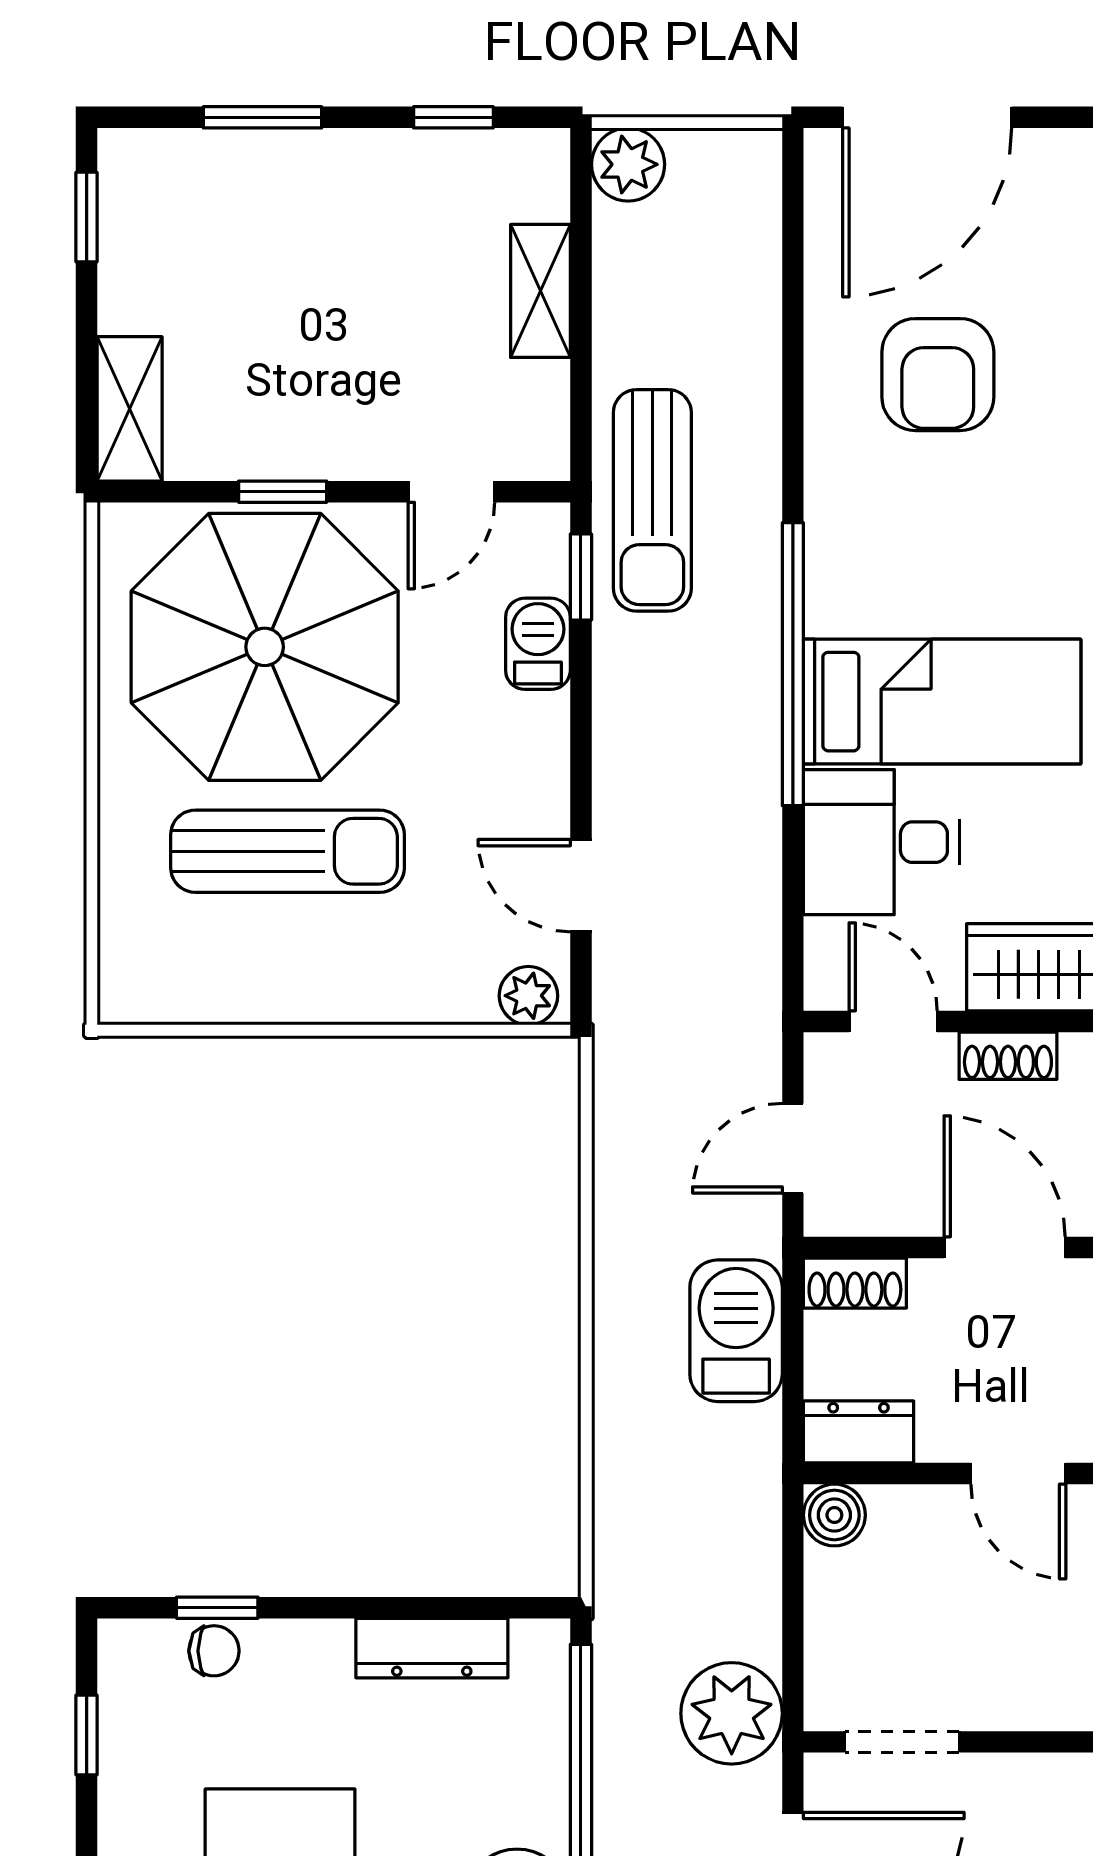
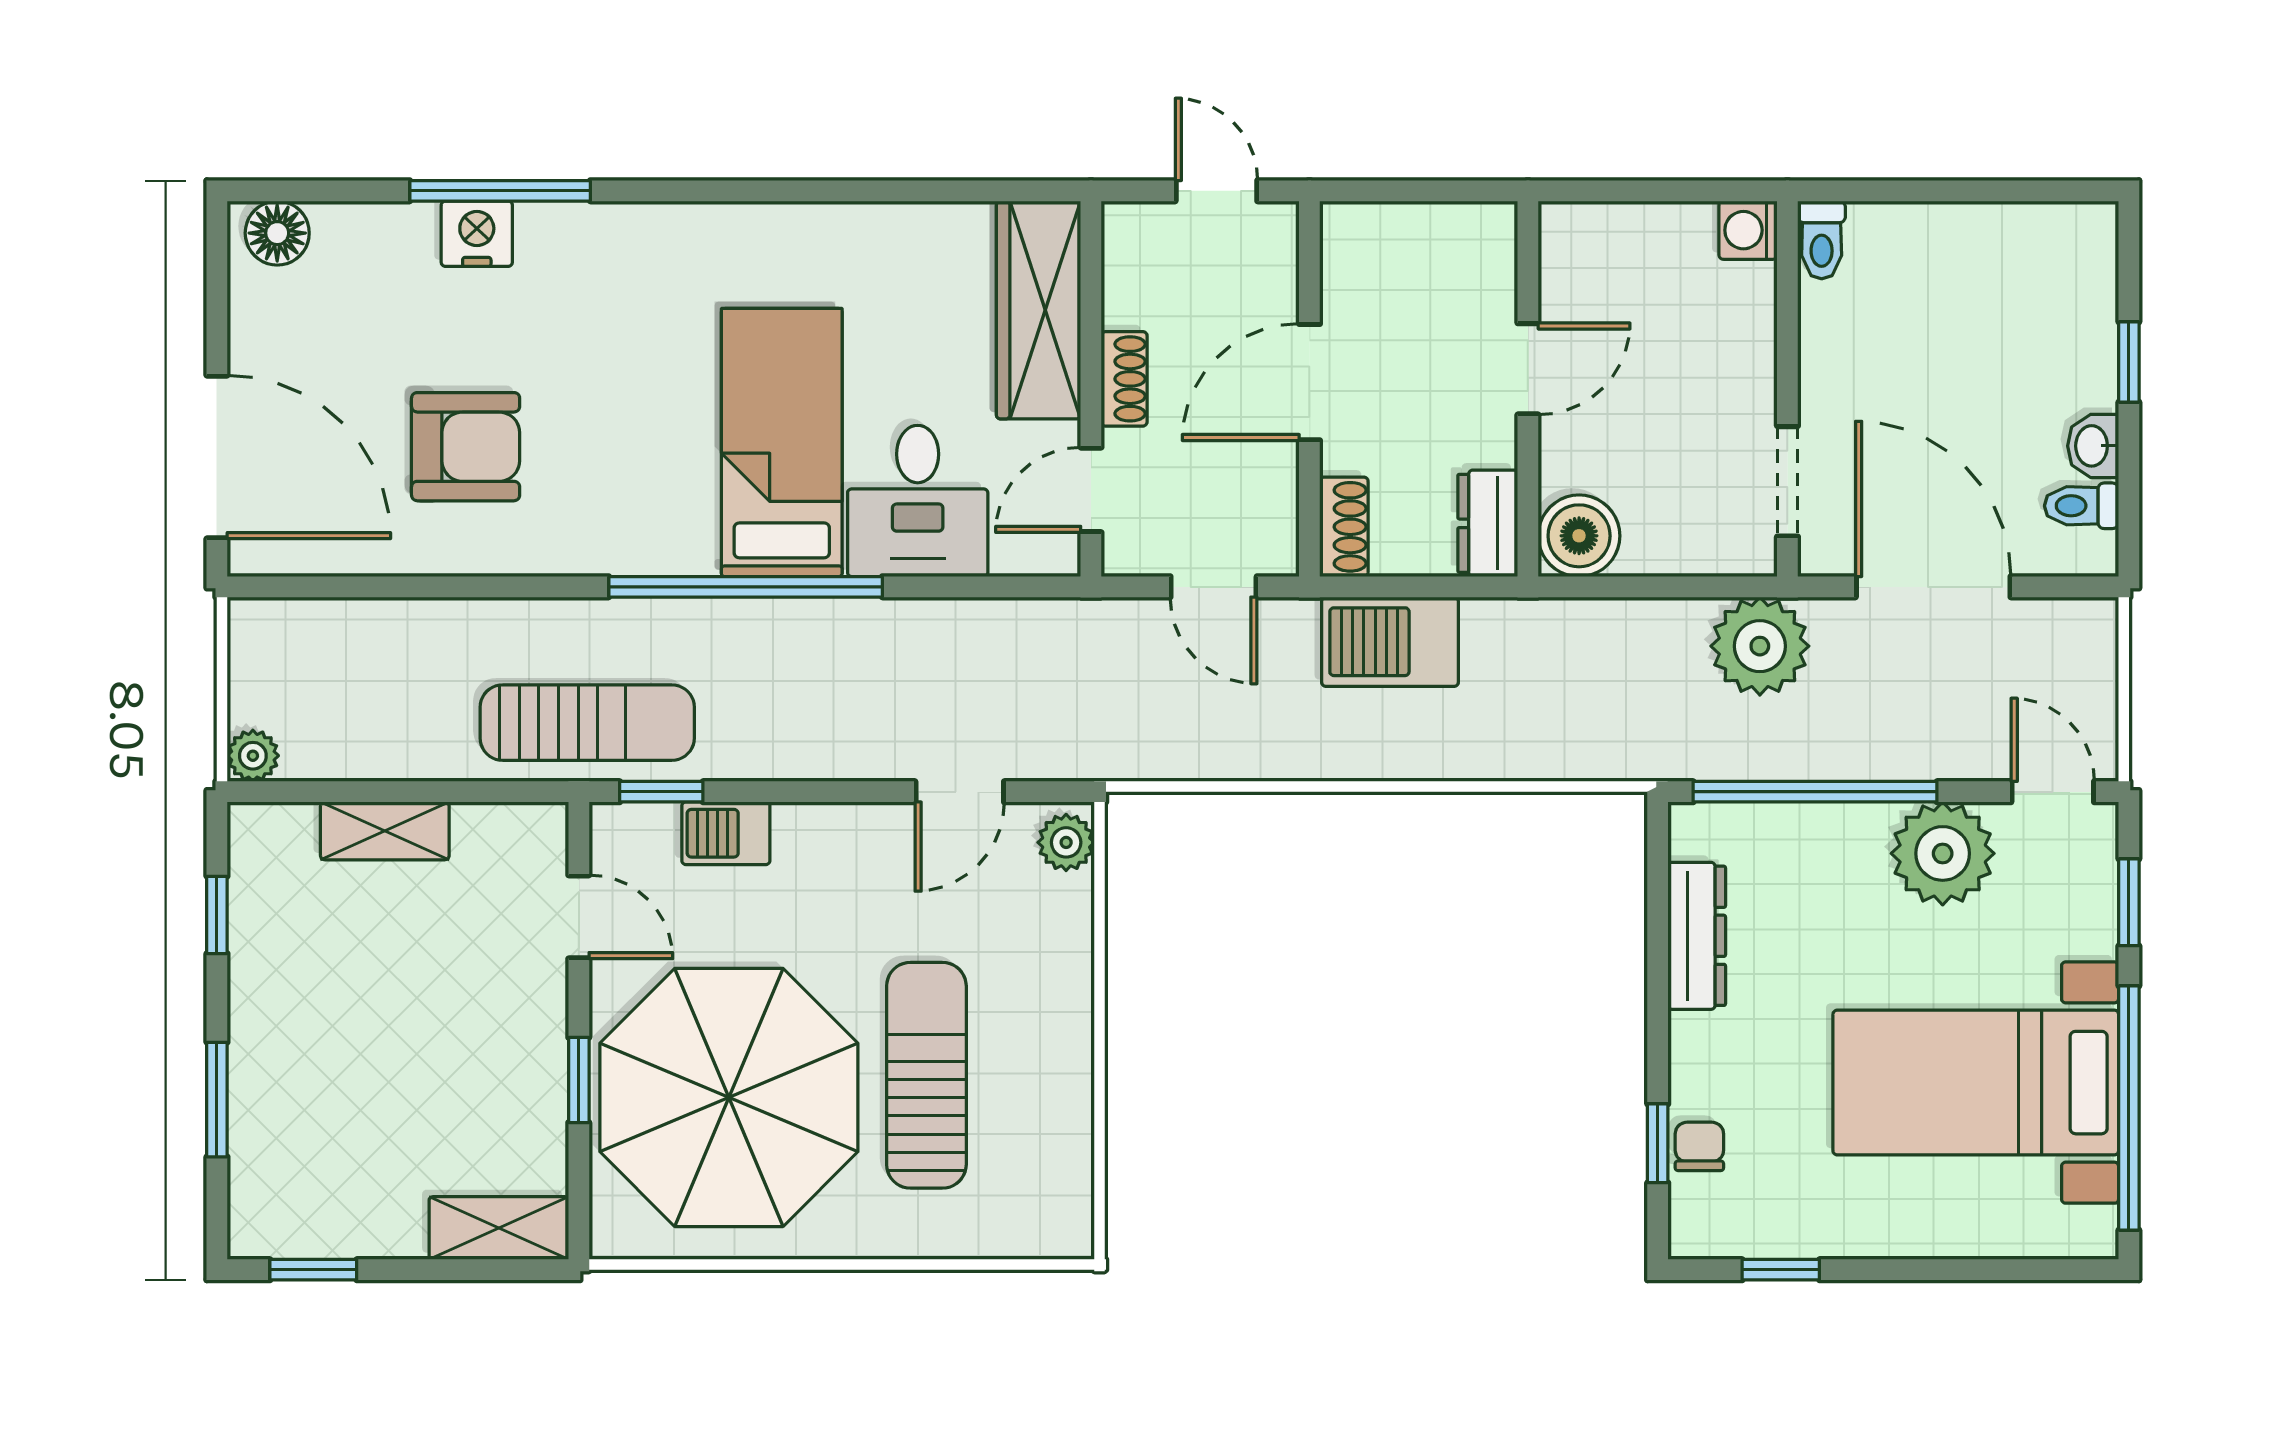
plant: (628, 164) -> (253, 756), width x0.73, depth x0.73
boiler: (834, 1515) -> (1579, 536), width x1.36, depth x1.36

